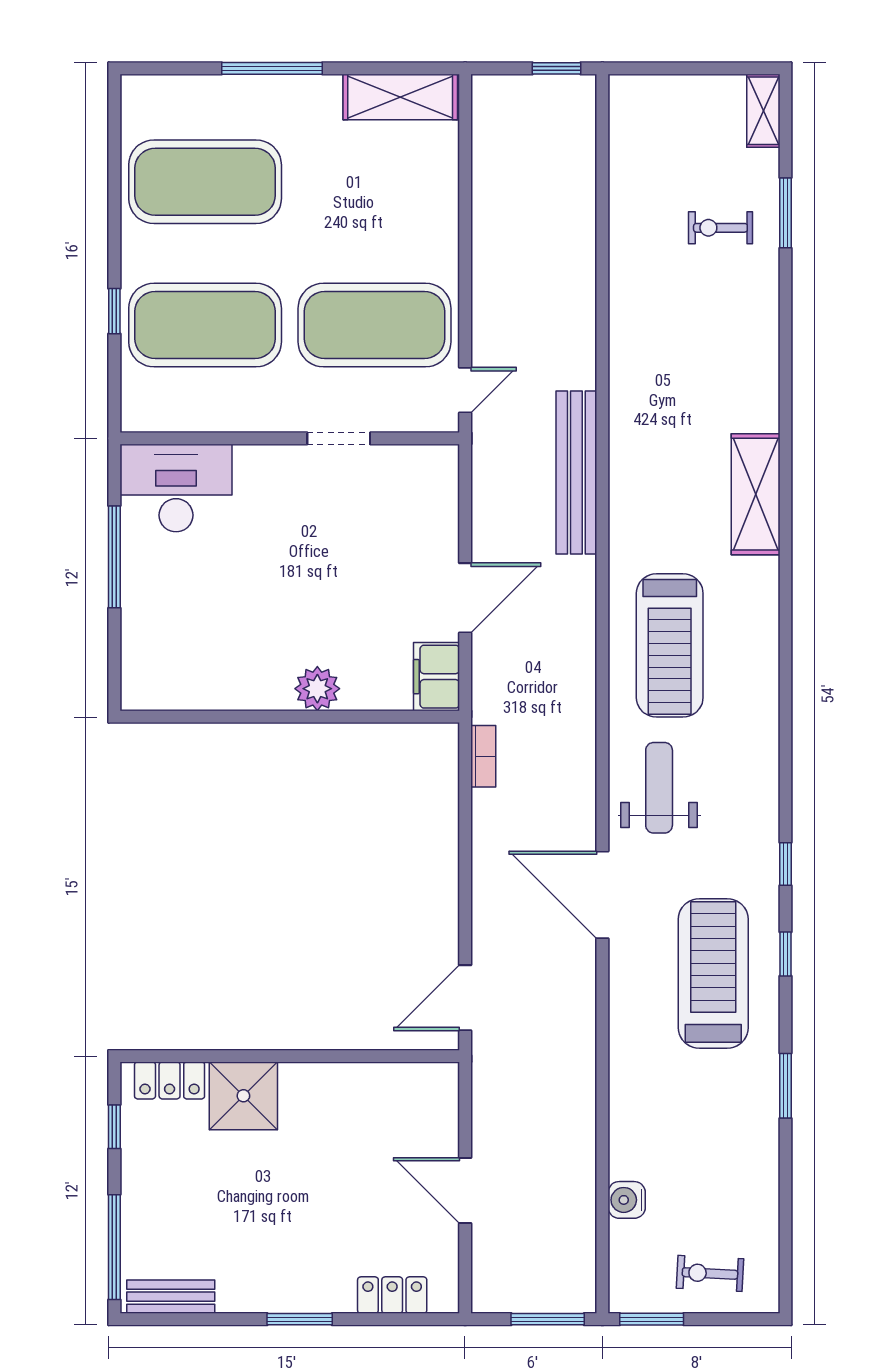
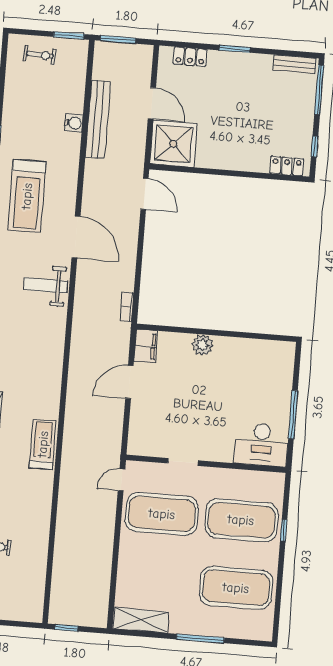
bench: (576, 472) -> (98, 119), moved
treadmill: (670, 645) -> (43, 444), moved, width x0.73, depth x0.73
weight bench: (659, 788) -> (45, 285), turned 90
door: (465, 998) -> (145, 194), hinge flipped
shower: (243, 1096) -> (173, 144), moved, width x1.37, depth x1.37
water cooler: (627, 1200) -> (74, 123), moved

